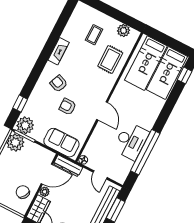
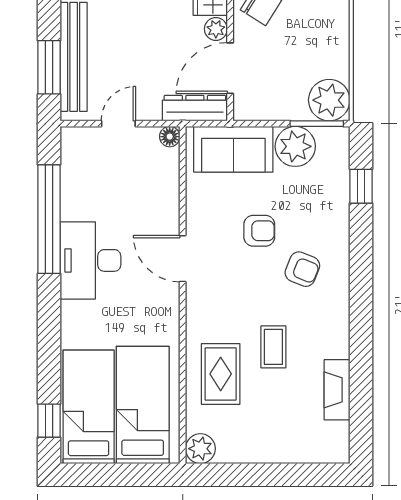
plant: (124, 31) -> (200, 449), moved
coffee table: (94, 35) -> (273, 347), moved
fireplace: (59, 51) -> (337, 390), moved
plant: (25, 125) -> (295, 146), moved
desk: (131, 141) -> (90, 260), moved
door: (100, 175) -> (118, 124), hinge flipped

